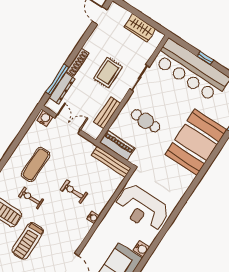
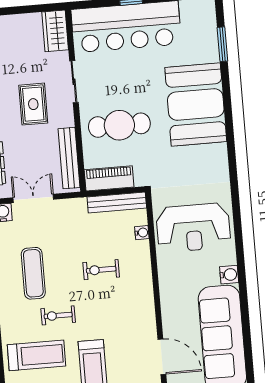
wardrobe: (140, 28) -> (55, 31), moved, turned 90
bench: (107, 113) -> (69, 158), width x1.36
cafe table: (146, 121) -> (119, 125), width x1.37, depth x1.35
water cooler: (93, 218) -> (142, 233), moved

